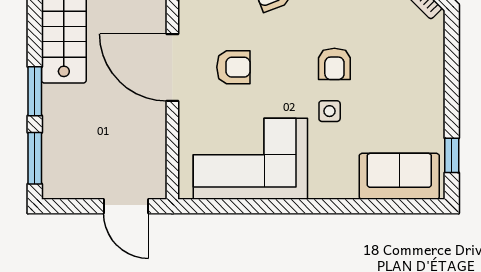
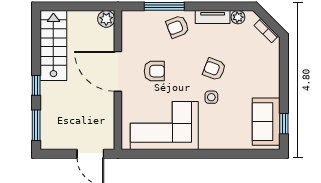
armchair: (334, 64) -> (214, 69), turned 111
window: (35, 91) -> (36, 85), width x0.67
sofa: (399, 176) -> (266, 122), moved, turned -90

